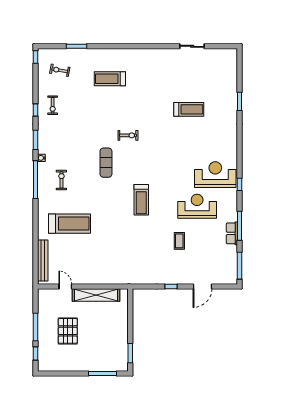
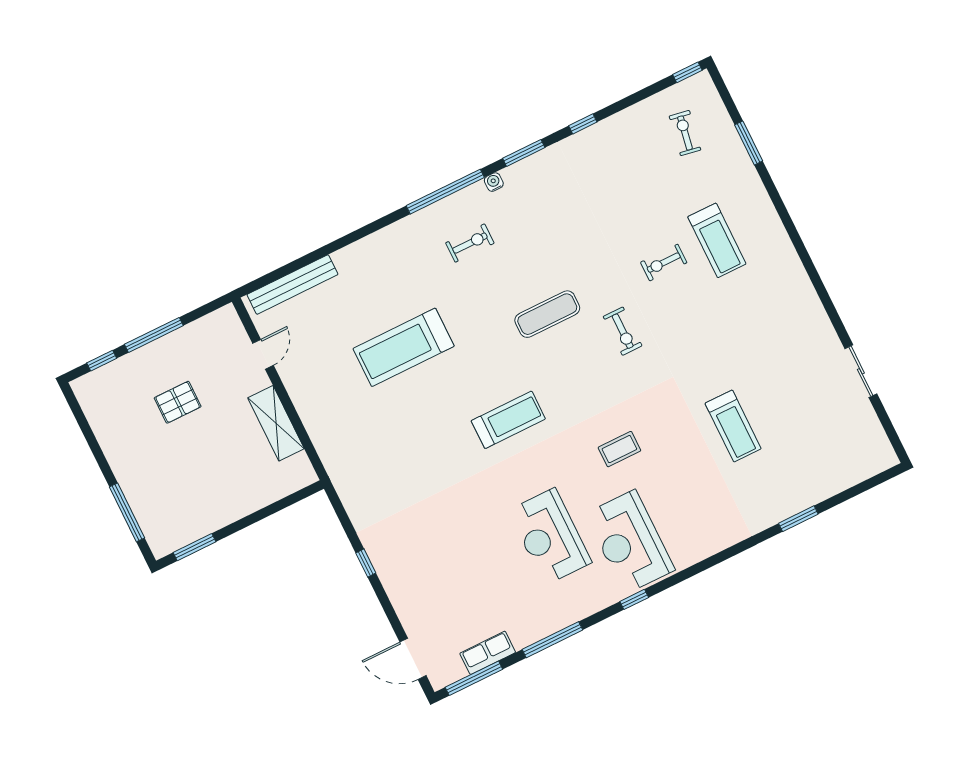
treadmill: (110, 79) -> (717, 240), turned 180
exercise bike: (53, 105) -> (664, 263), moved
reception desk: (215, 175) -> (630, 542), turned 180
treadmill: (141, 200) -> (508, 420), turned 180
reception desk: (197, 206) -> (550, 537), turned 180
treadmill: (70, 224) -> (404, 347), moved, turned 90
row of seats: (232, 233) -> (488, 653), moved
coffee table: (179, 241) -> (619, 449), moved
door: (203, 286) -> (413, 659), moved
shelving: (96, 295) -> (276, 423), width x0.68
pallet: (68, 331) -> (178, 402), width x0.67, depth x0.71

